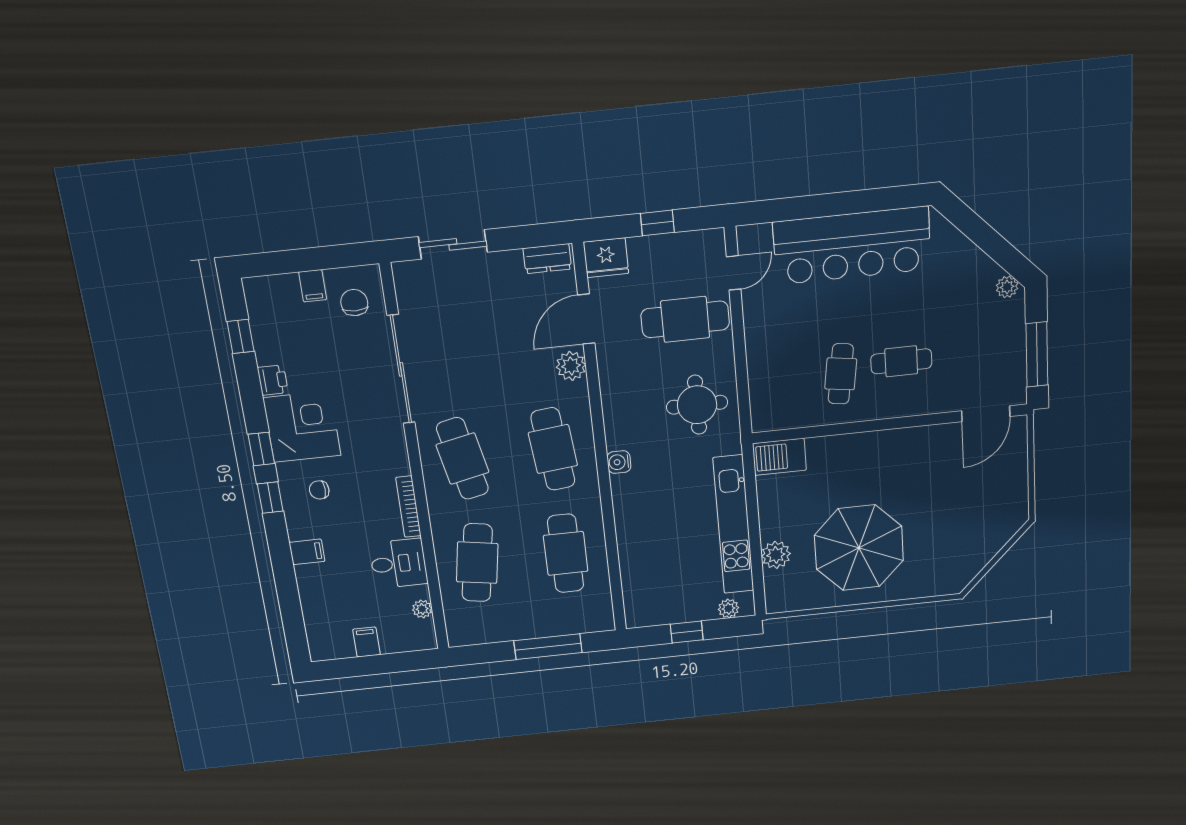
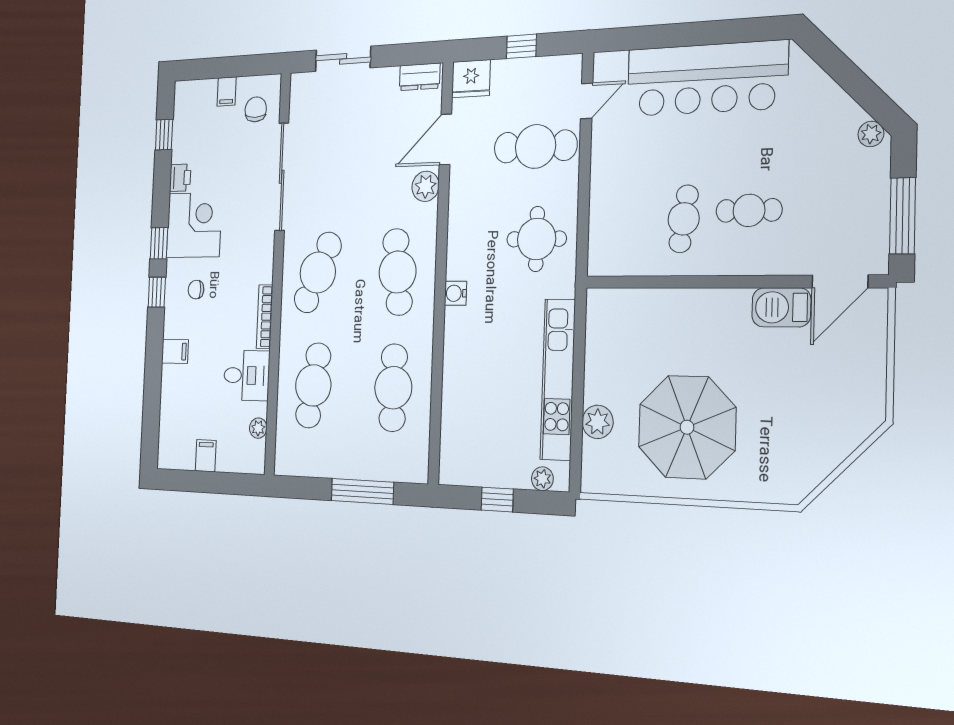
barbecue: (779, 457) -> (781, 307), moved
cafe table: (462, 459) -> (318, 272), turned 36

